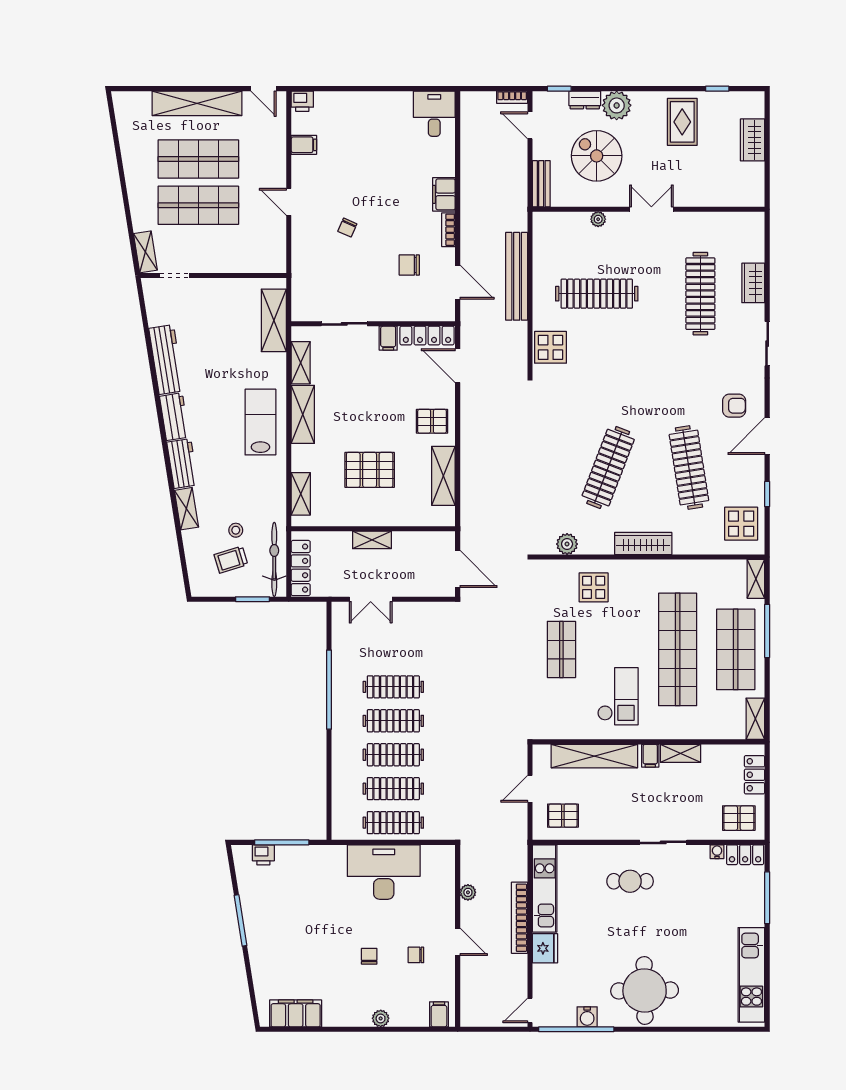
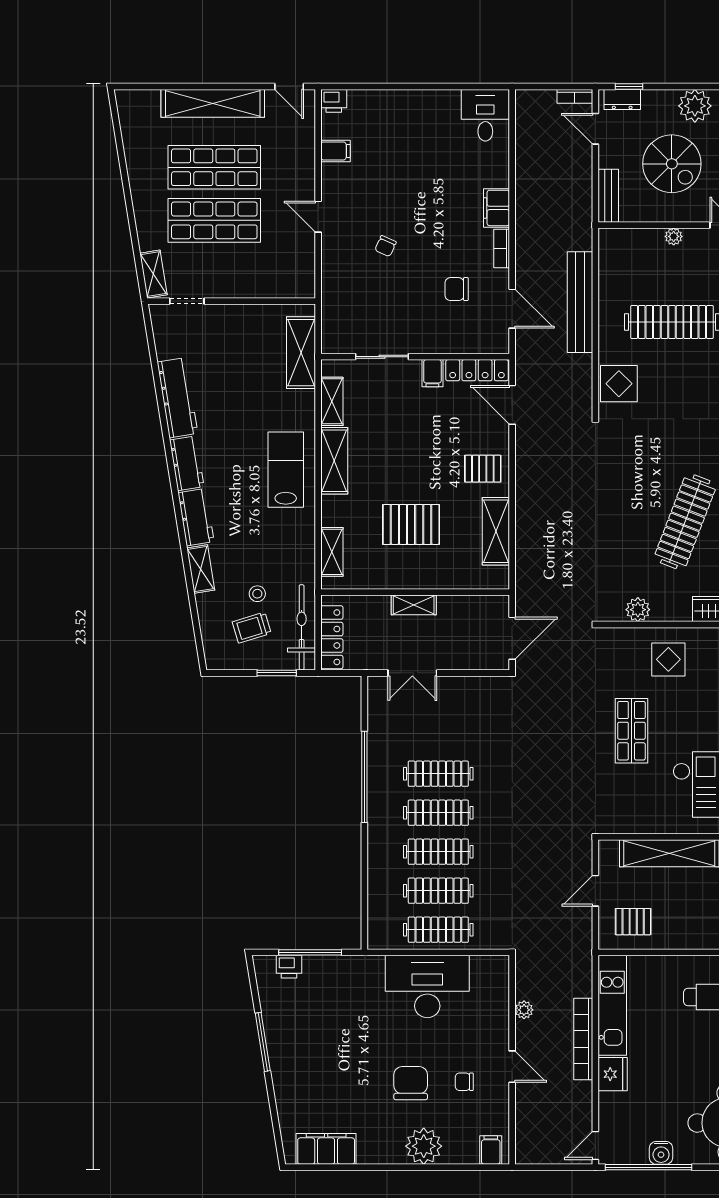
dresser: (585, 100) -> (622, 99), moved
spiral stairs: (597, 156) -> (672, 164), turned 180
door: (458, 569) -> (512, 638), hinge flipped
chair: (369, 956) -> (411, 1083), width x1.87, depth x1.87
plant: (381, 1018) -> (424, 1146), width x1.88, depth x1.88

